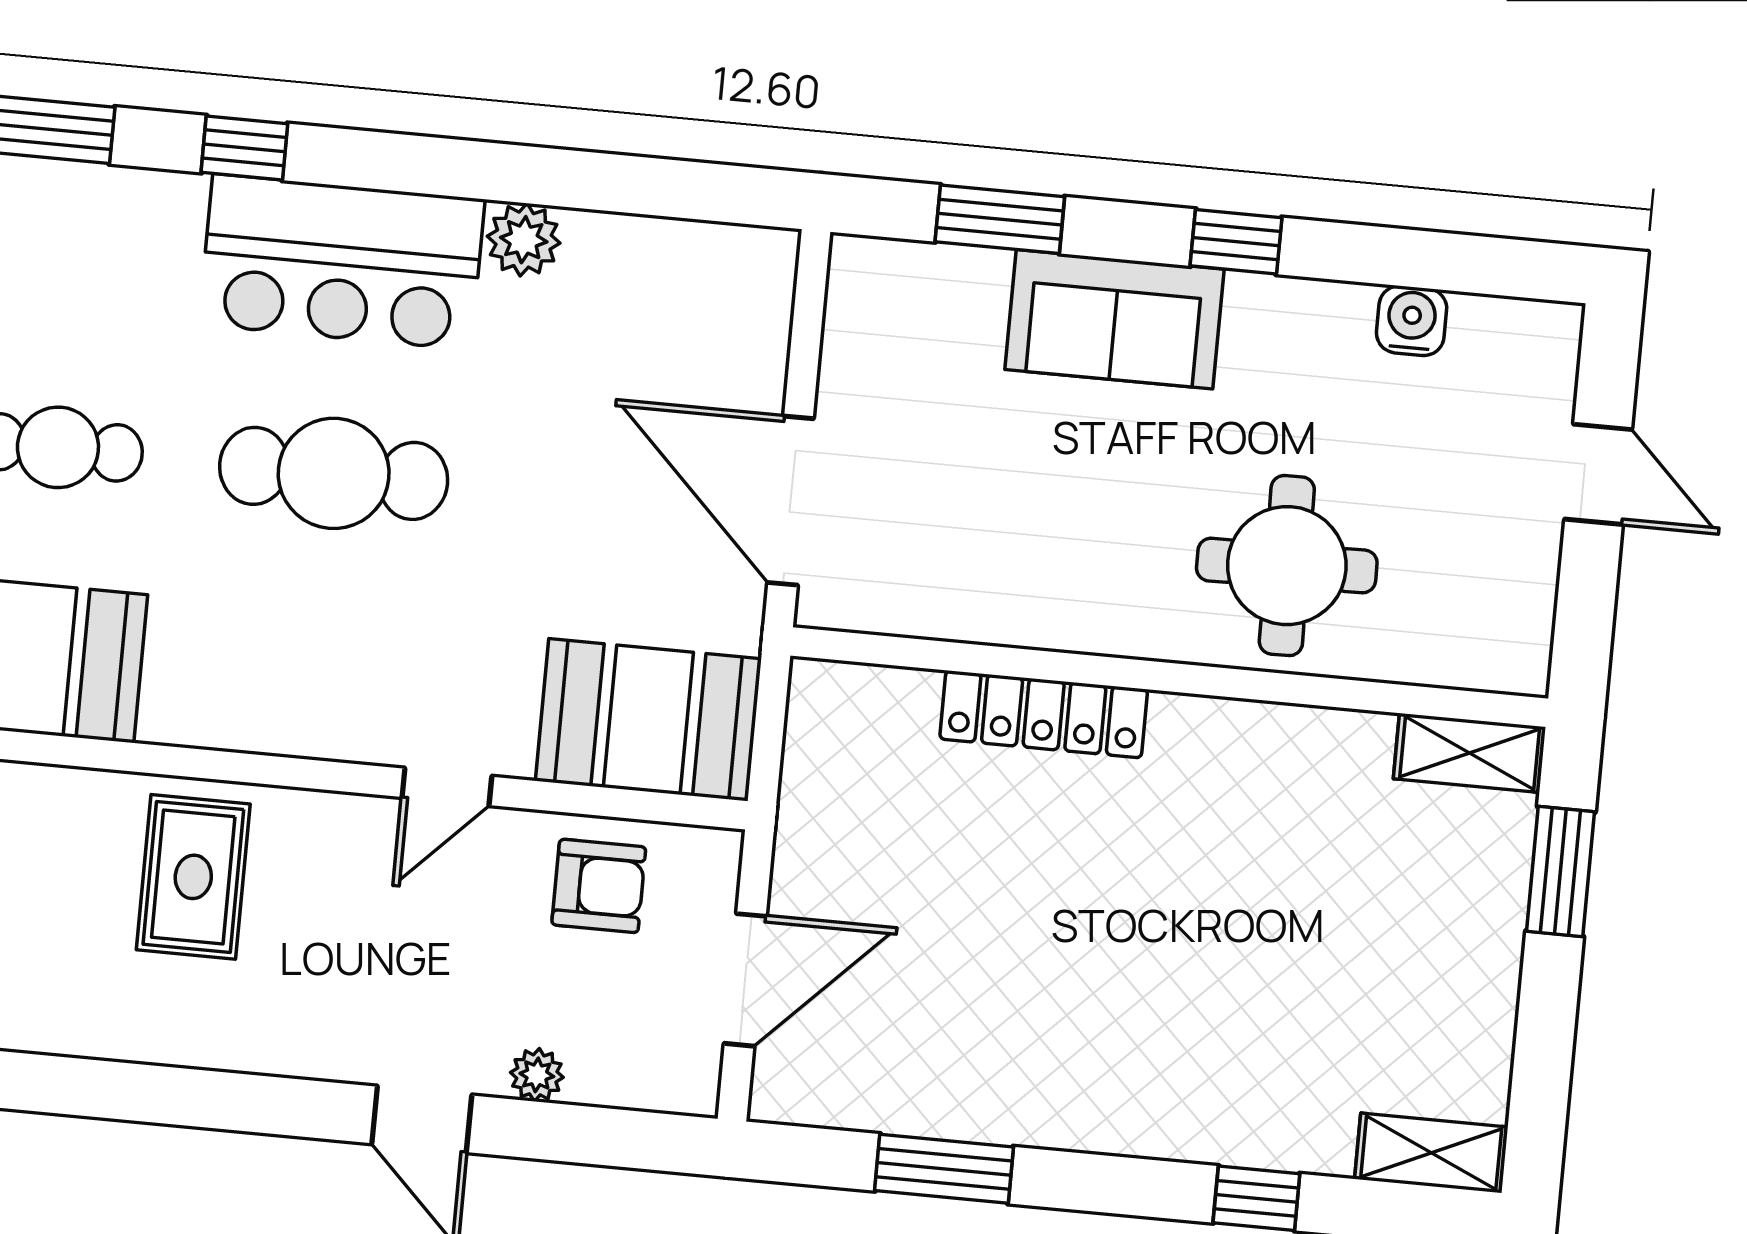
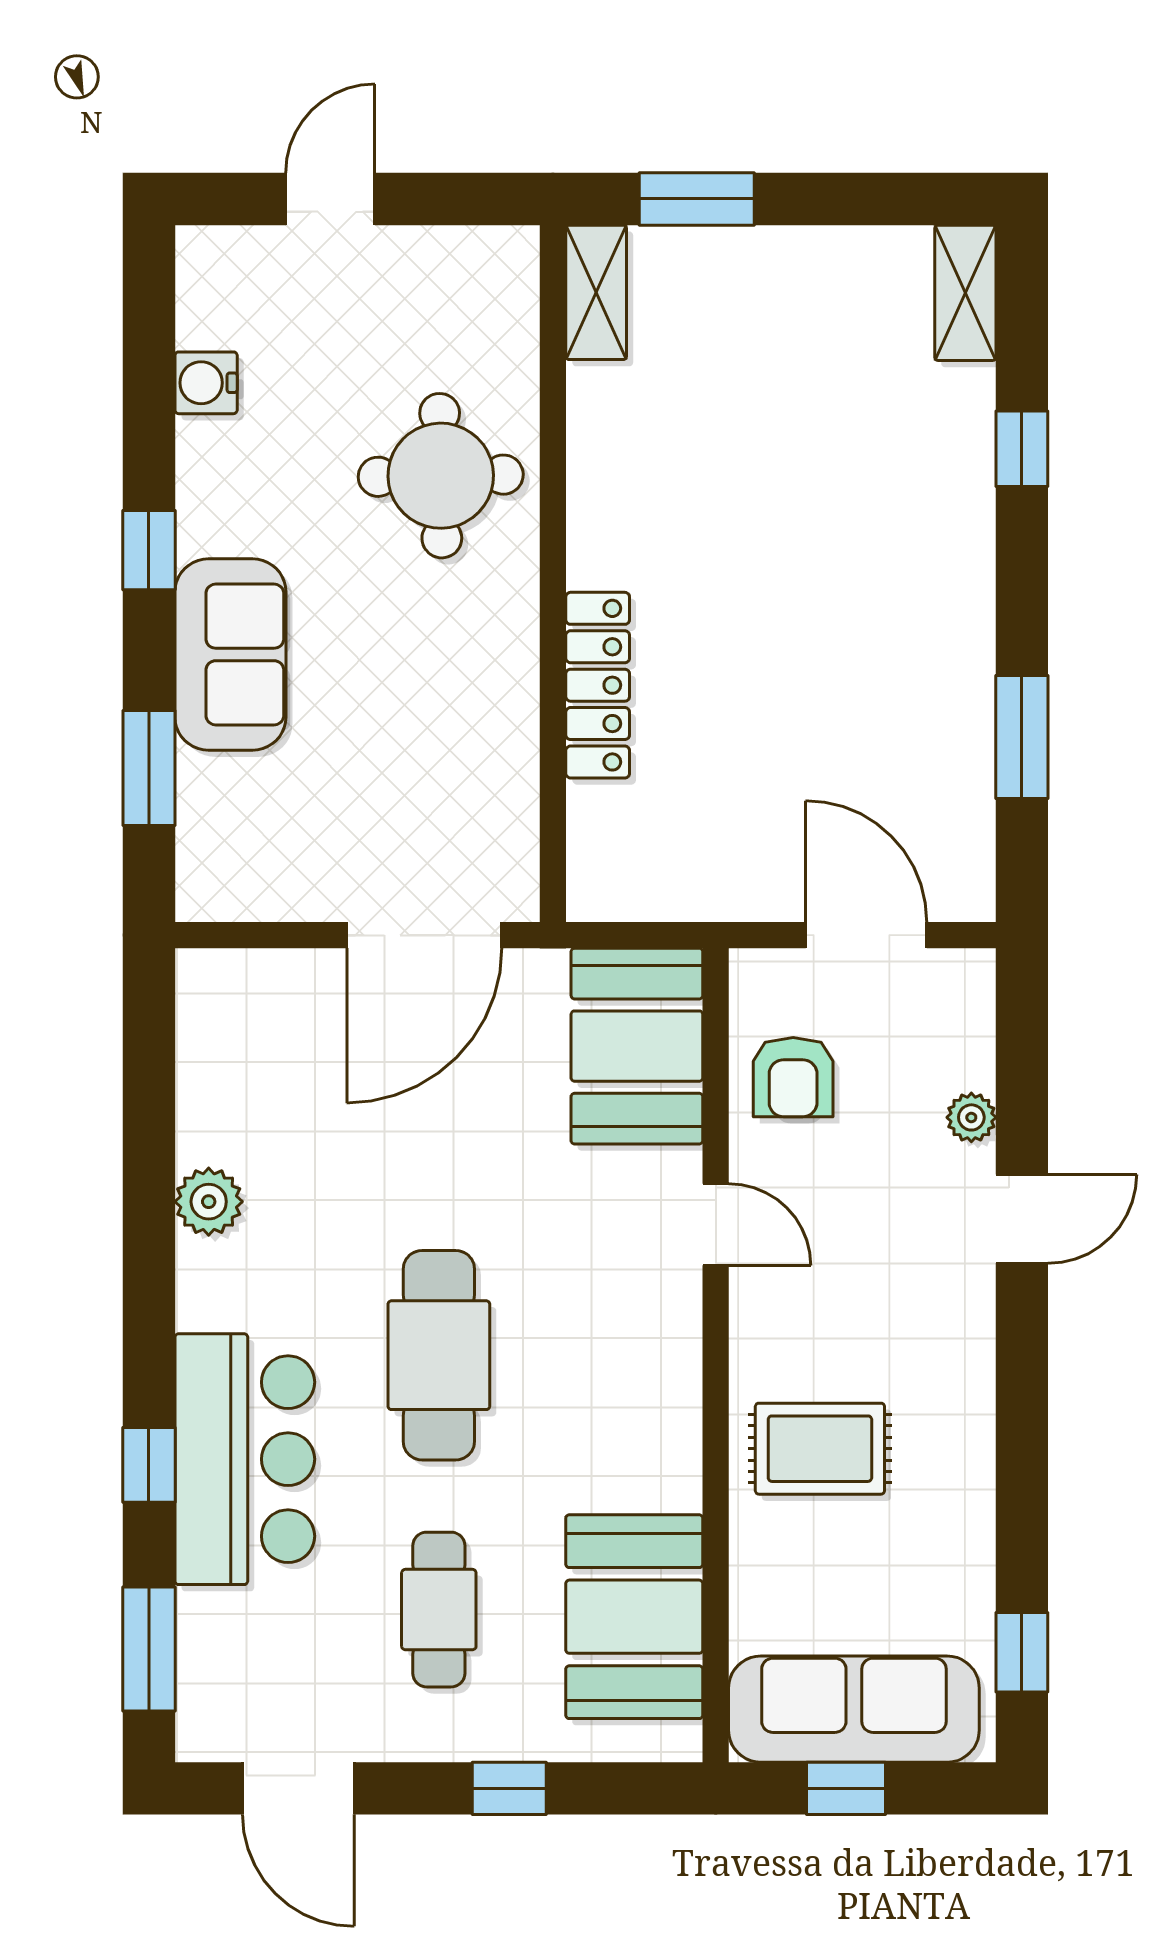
bar counter: (342, 262) -> (245, 1459), moved
armchair: (599, 886) -> (793, 1077), turned 180

